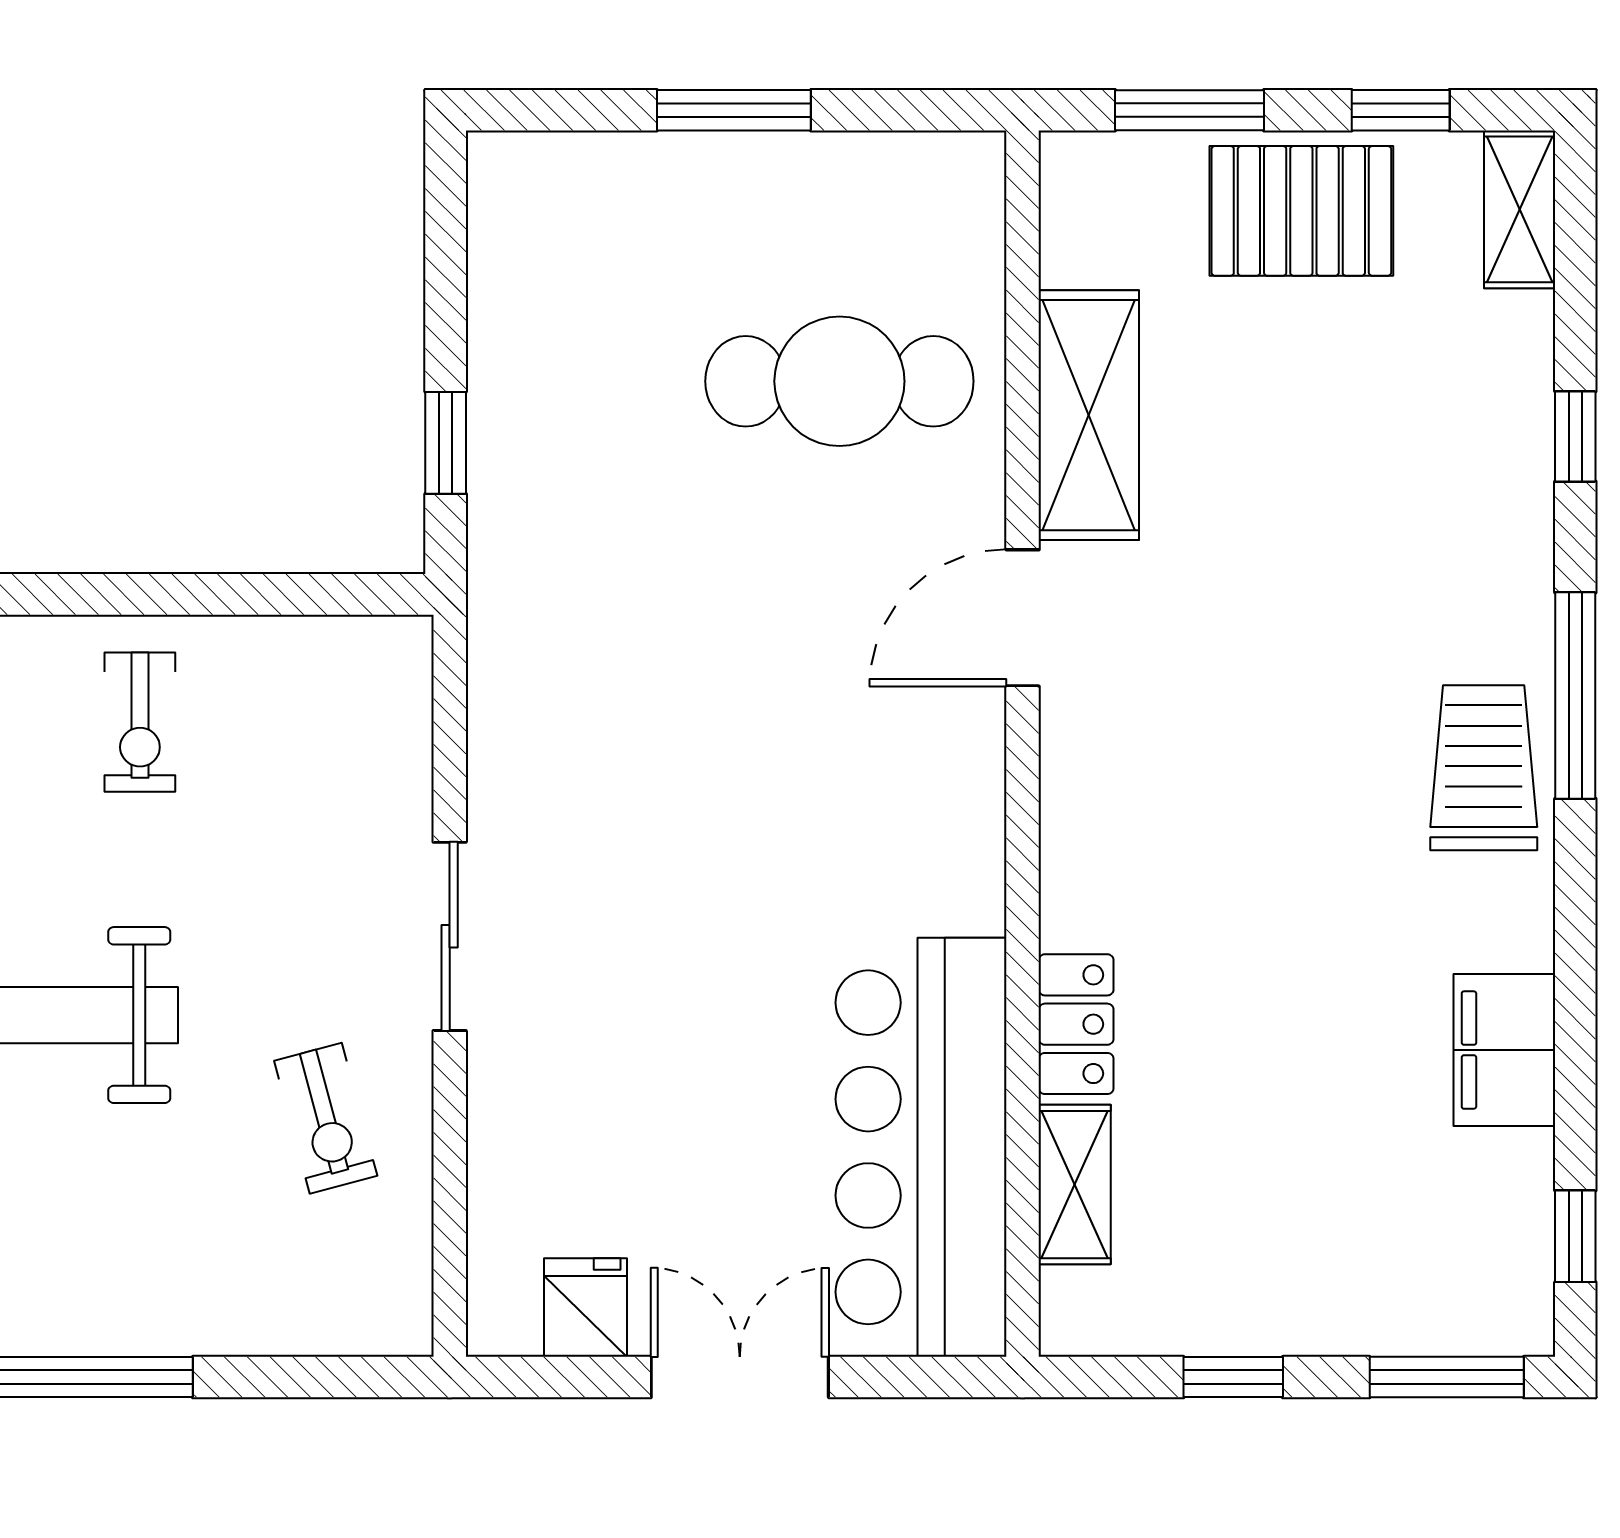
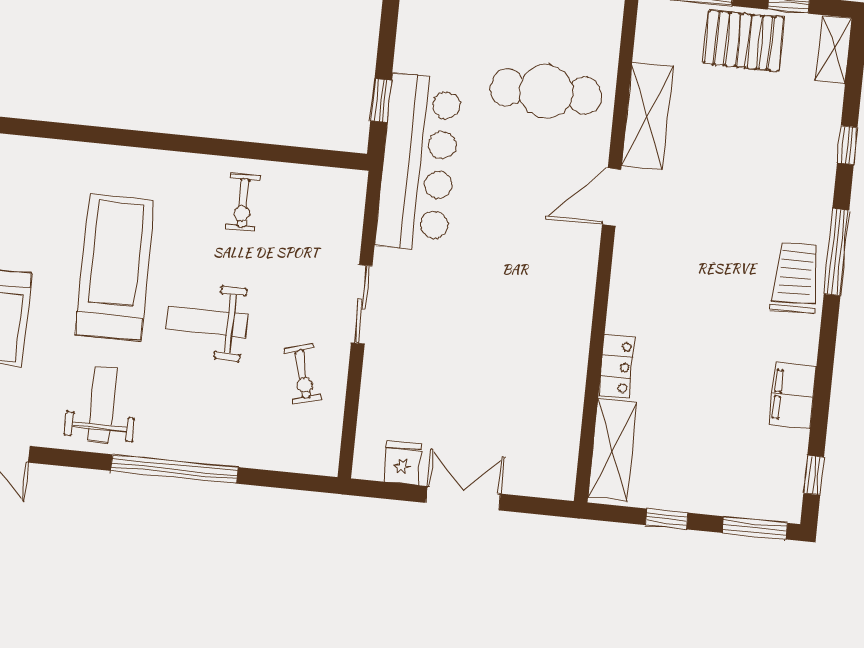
bar counter: (921, 1147) -> (419, 163), moved, turned 180
shelving: (1075, 1185) -> (613, 450), width x1.50, depth x1.33

